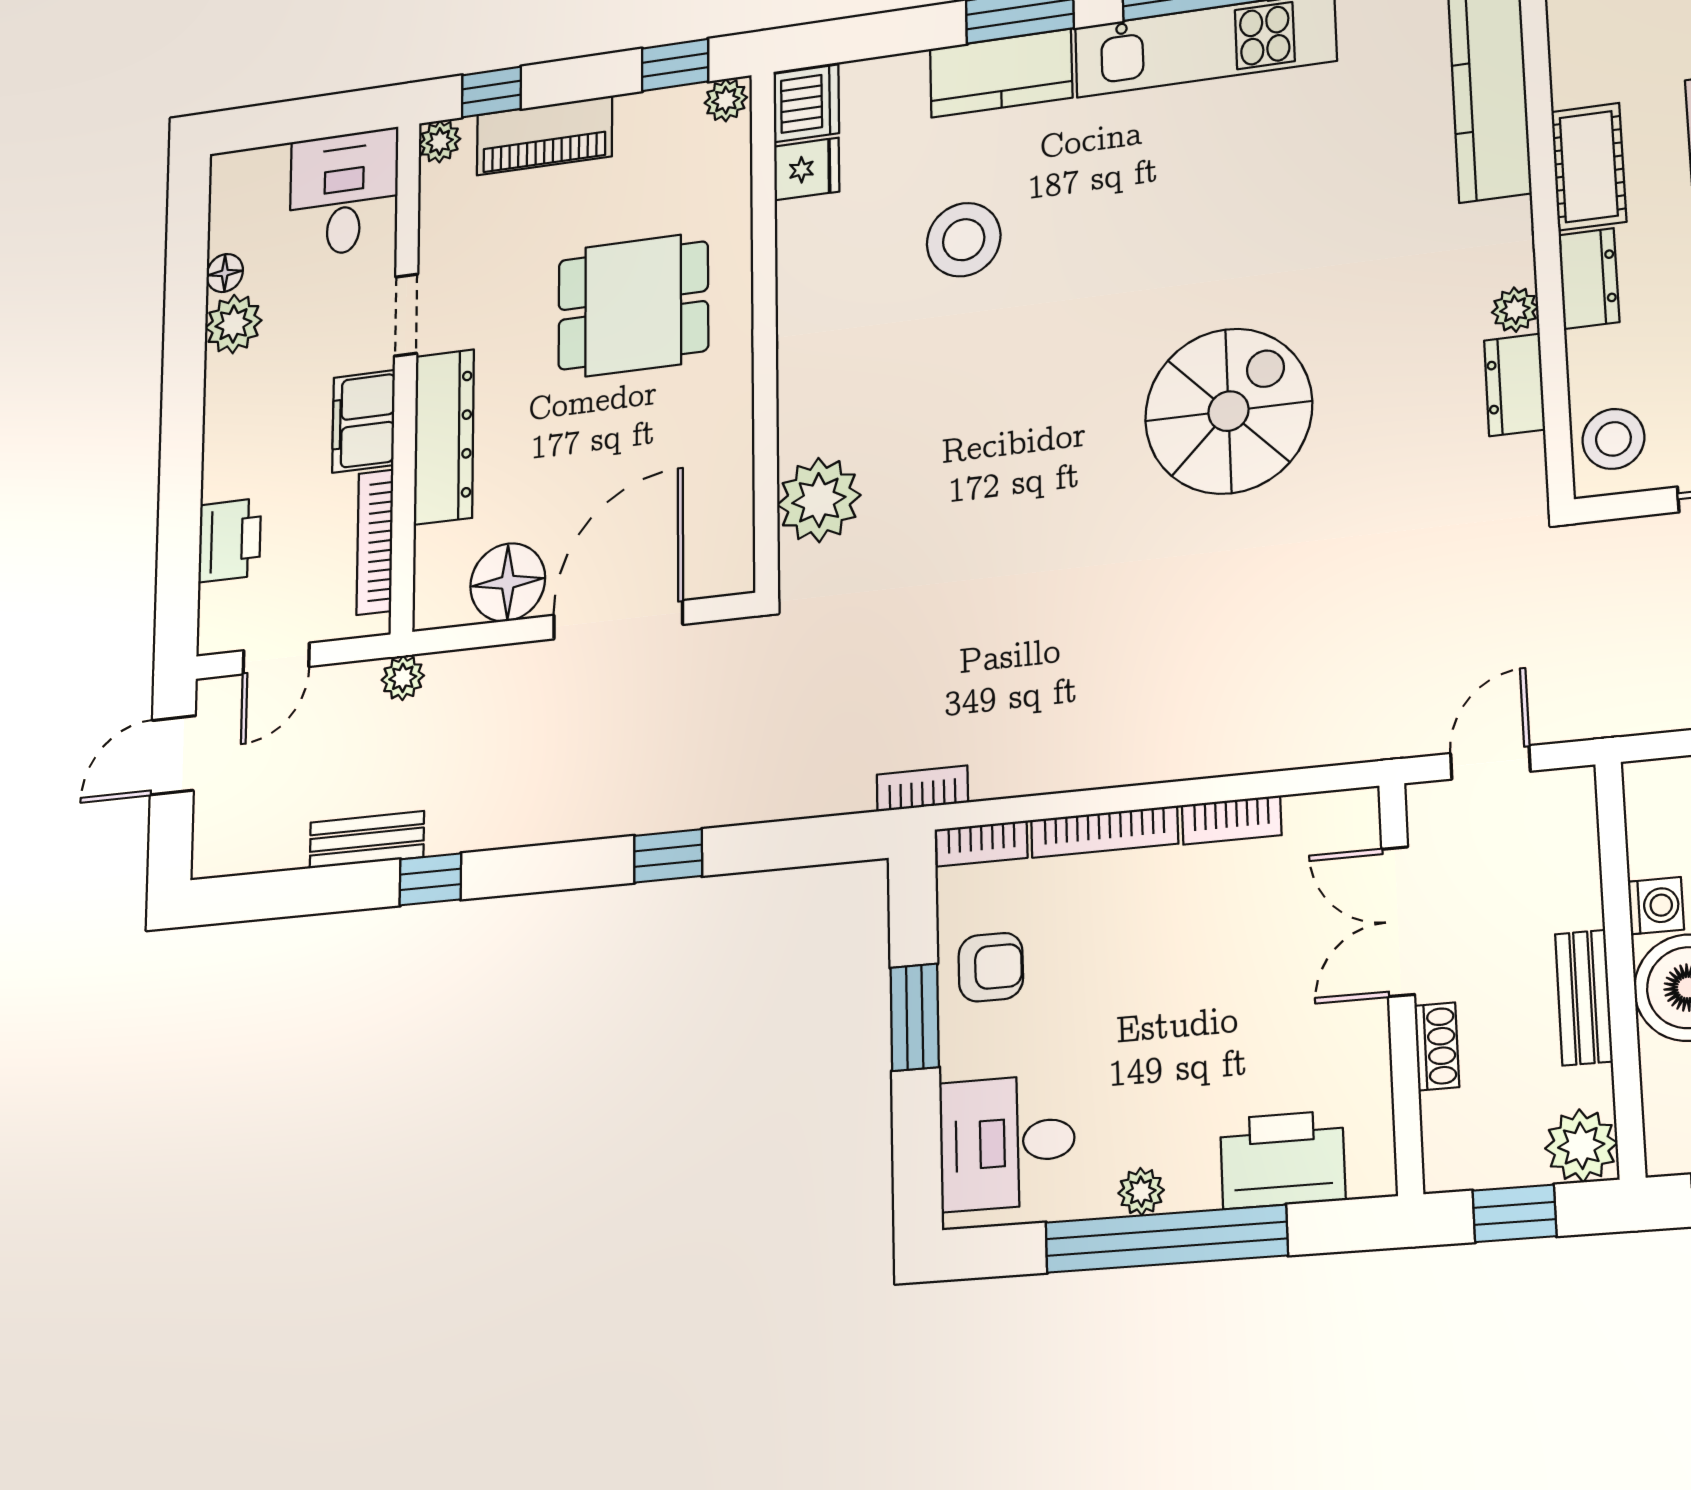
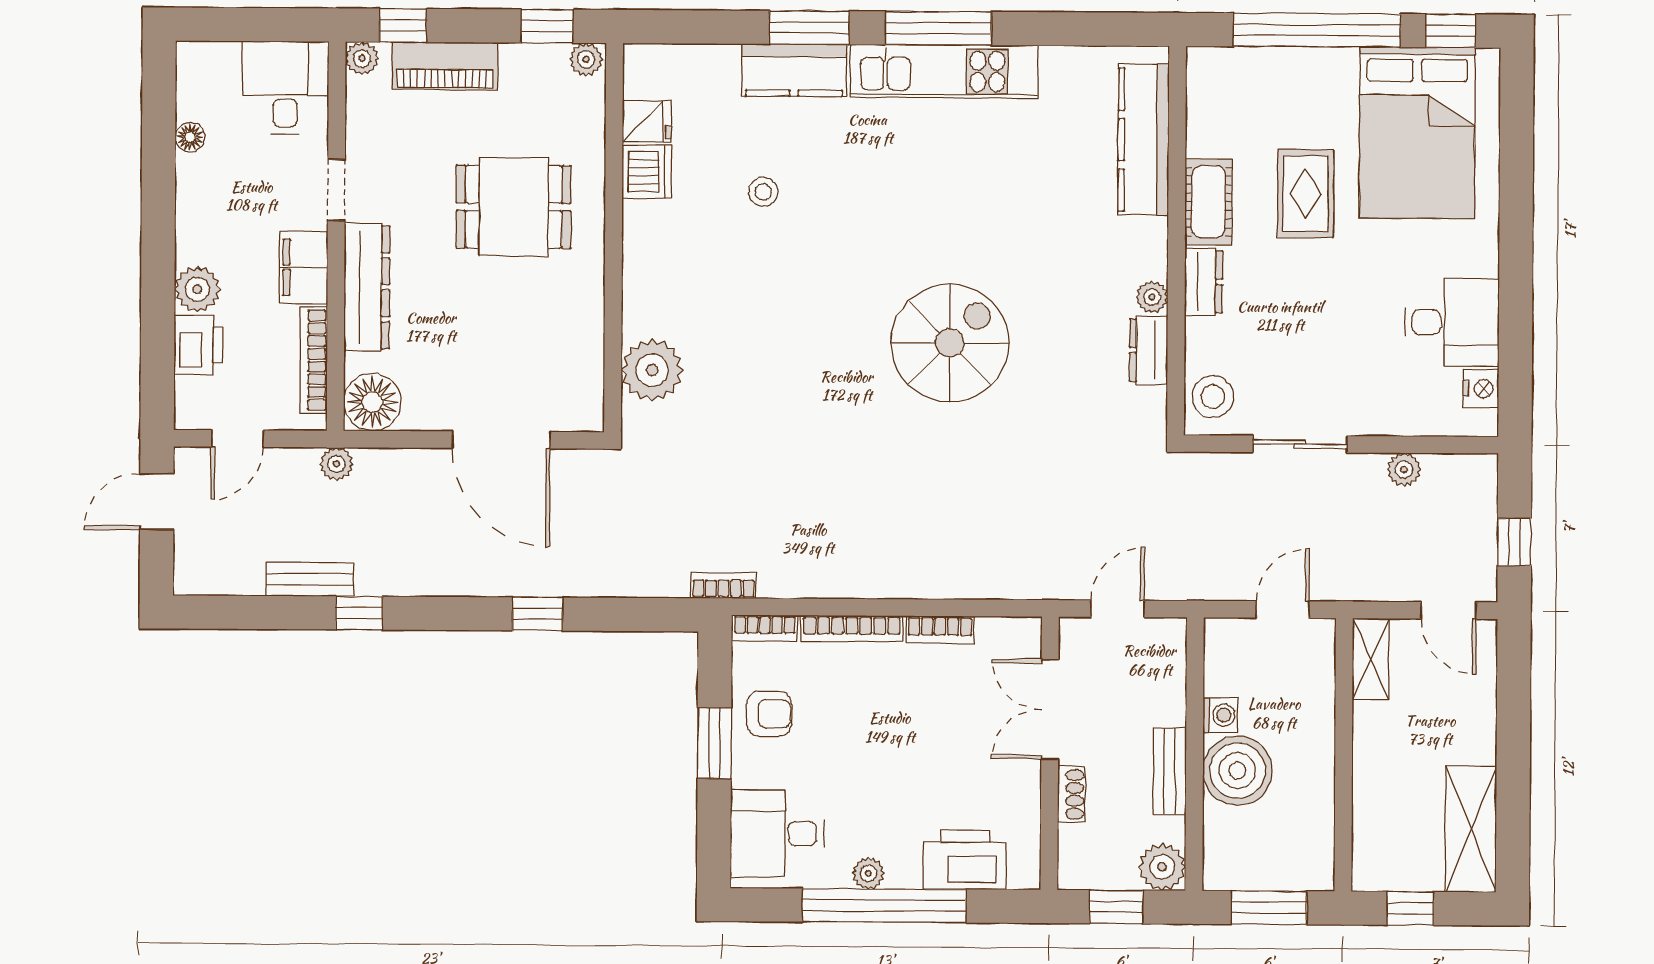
dishwasher: (806, 103) -> (647, 172), moved
stool: (964, 240) -> (763, 192), width x0.53, depth x0.53
plant: (233, 324) -> (197, 289), moved
floor lamp: (508, 582) -> (372, 402), moved
door: (618, 620) -> (501, 440), swing flipped

